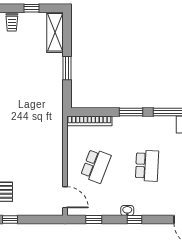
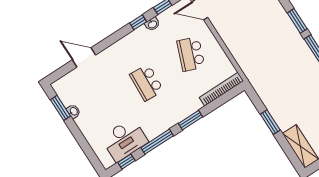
washbasin: (127, 211) -> (152, 24), moved
window: (134, 219) -> (138, 22), moved

